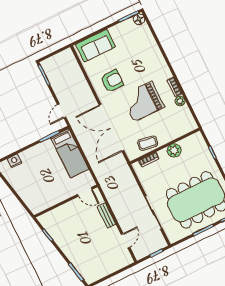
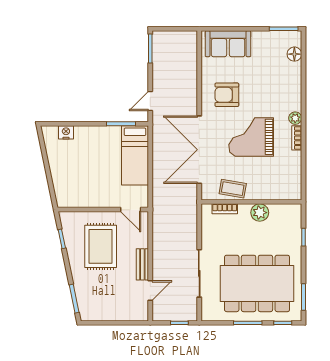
floor lamp: (139, 19) -> (294, 54), moved
armchair: (112, 81) -> (227, 95), turned 180
plant: (180, 101) -> (295, 118), moved
bench: (106, 216) -> (142, 264), moved
rug: (77, 227) -> (101, 246), added

